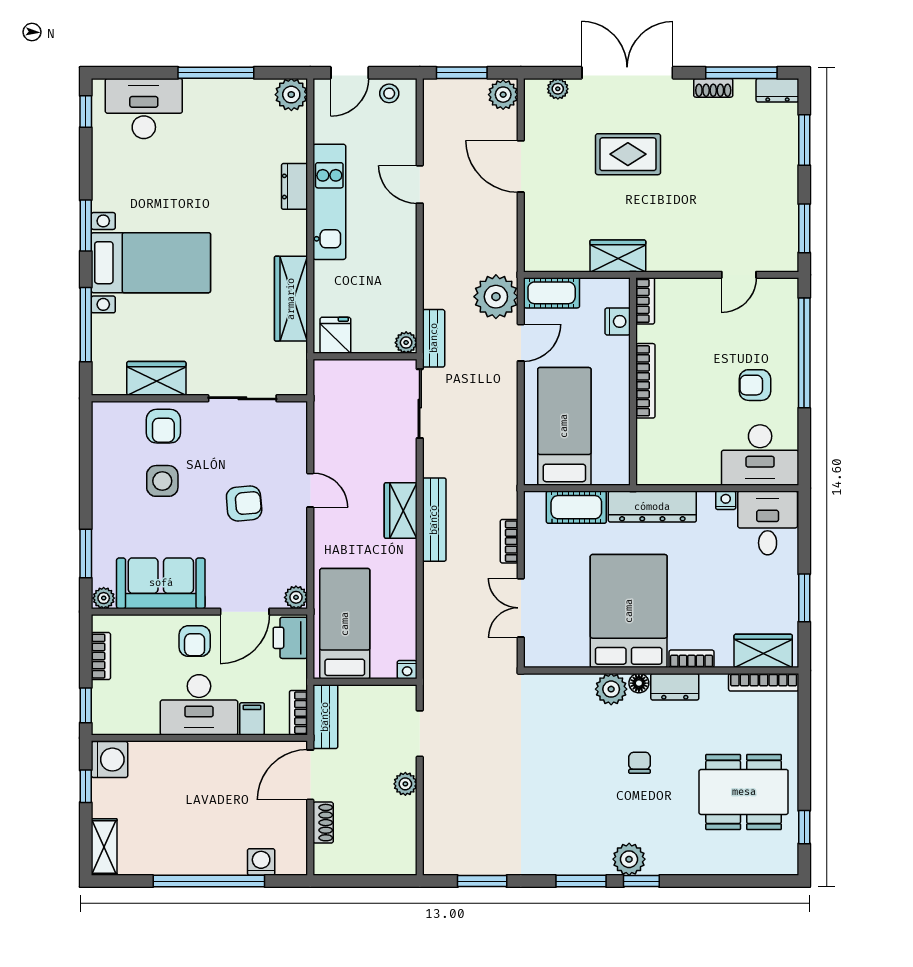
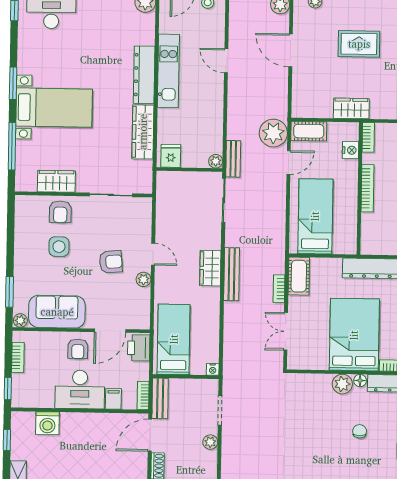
dresser: (294, 186) -> (144, 75), width x1.96, depth x1.24
cot: (576, 507) -> (299, 276), moved, turned 90
plant: (296, 597) -> (143, 279), moved
washing machine: (109, 760) -> (47, 423), moved, turned 90

